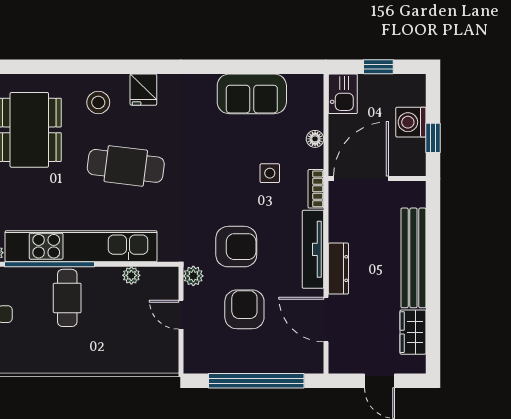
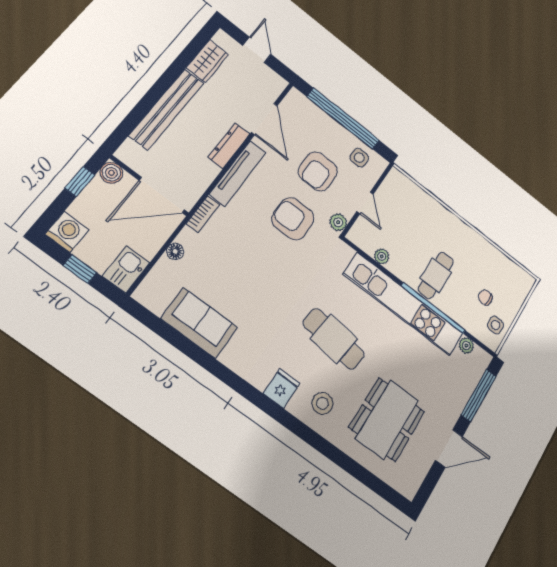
washing machine: (411, 122) -> (67, 232), moved, turned -90
boiler: (415, 165) -> (111, 173), added
side table: (270, 173) -> (359, 158), moved

